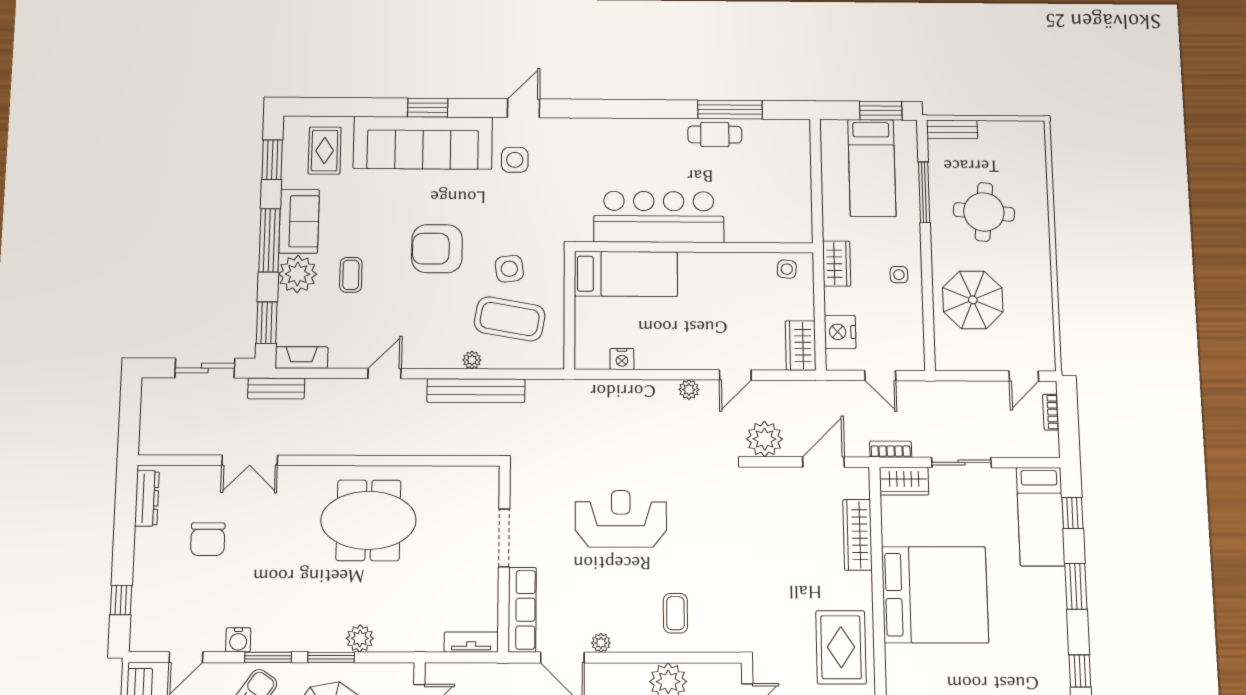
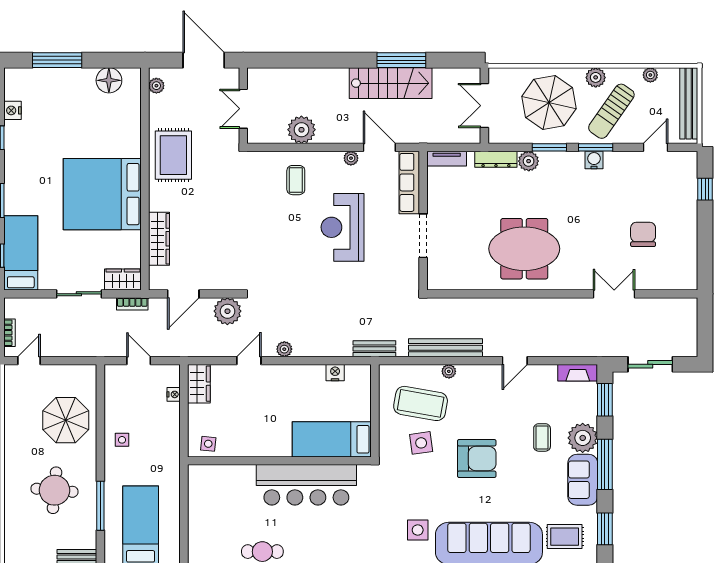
rug: (325, 151) -> (565, 537), turned 90
wardrobe: (837, 264) -> (170, 448), removed
nightstand: (840, 332) -> (174, 394), width x0.53, depth x0.56
bench: (276, 388) -> (374, 349), moved
dresser: (147, 498) -> (496, 159), moved, turned -90
reception desk: (621, 519) -> (343, 227), moved, turned 90
water cooler: (238, 640) -> (594, 160), moved

